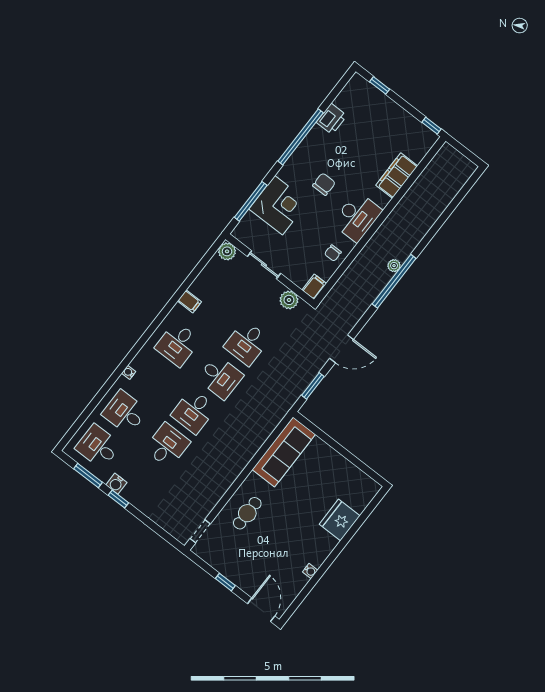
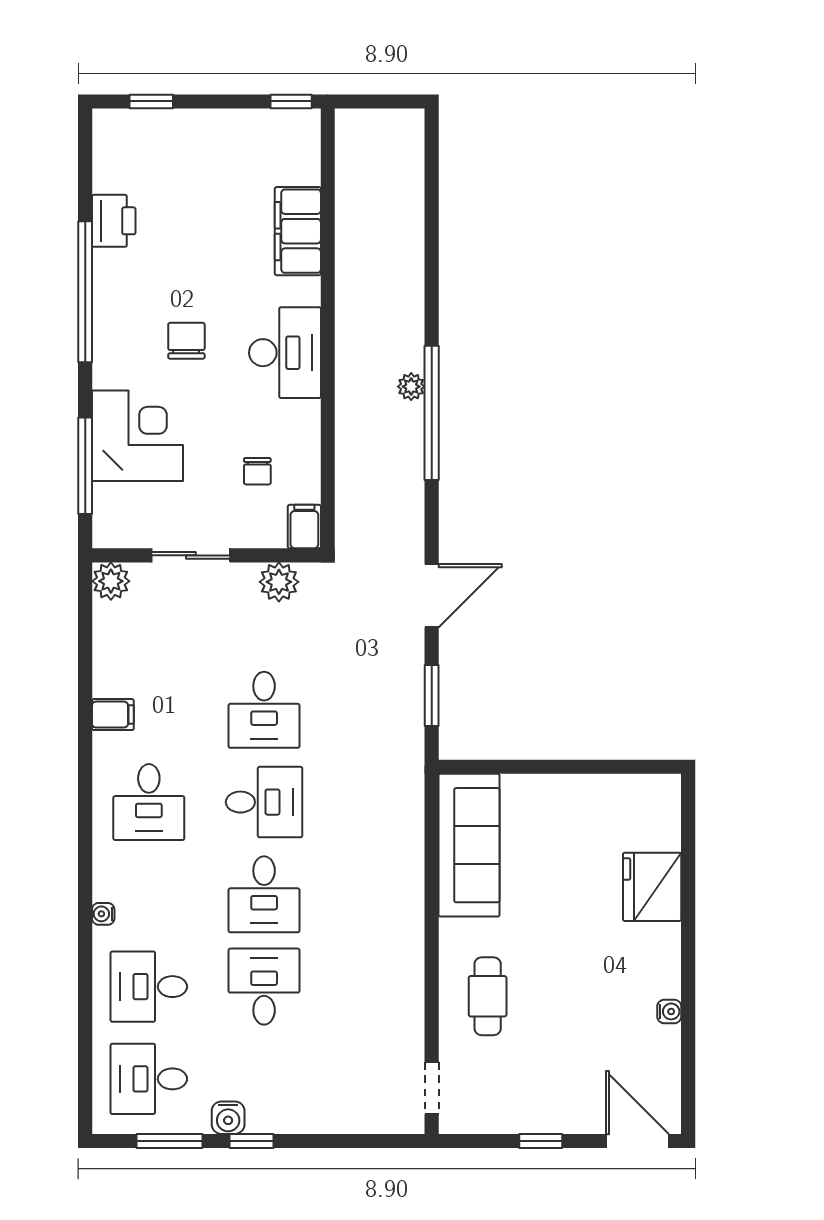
chair: (333, 253) -> (257, 471), moved

